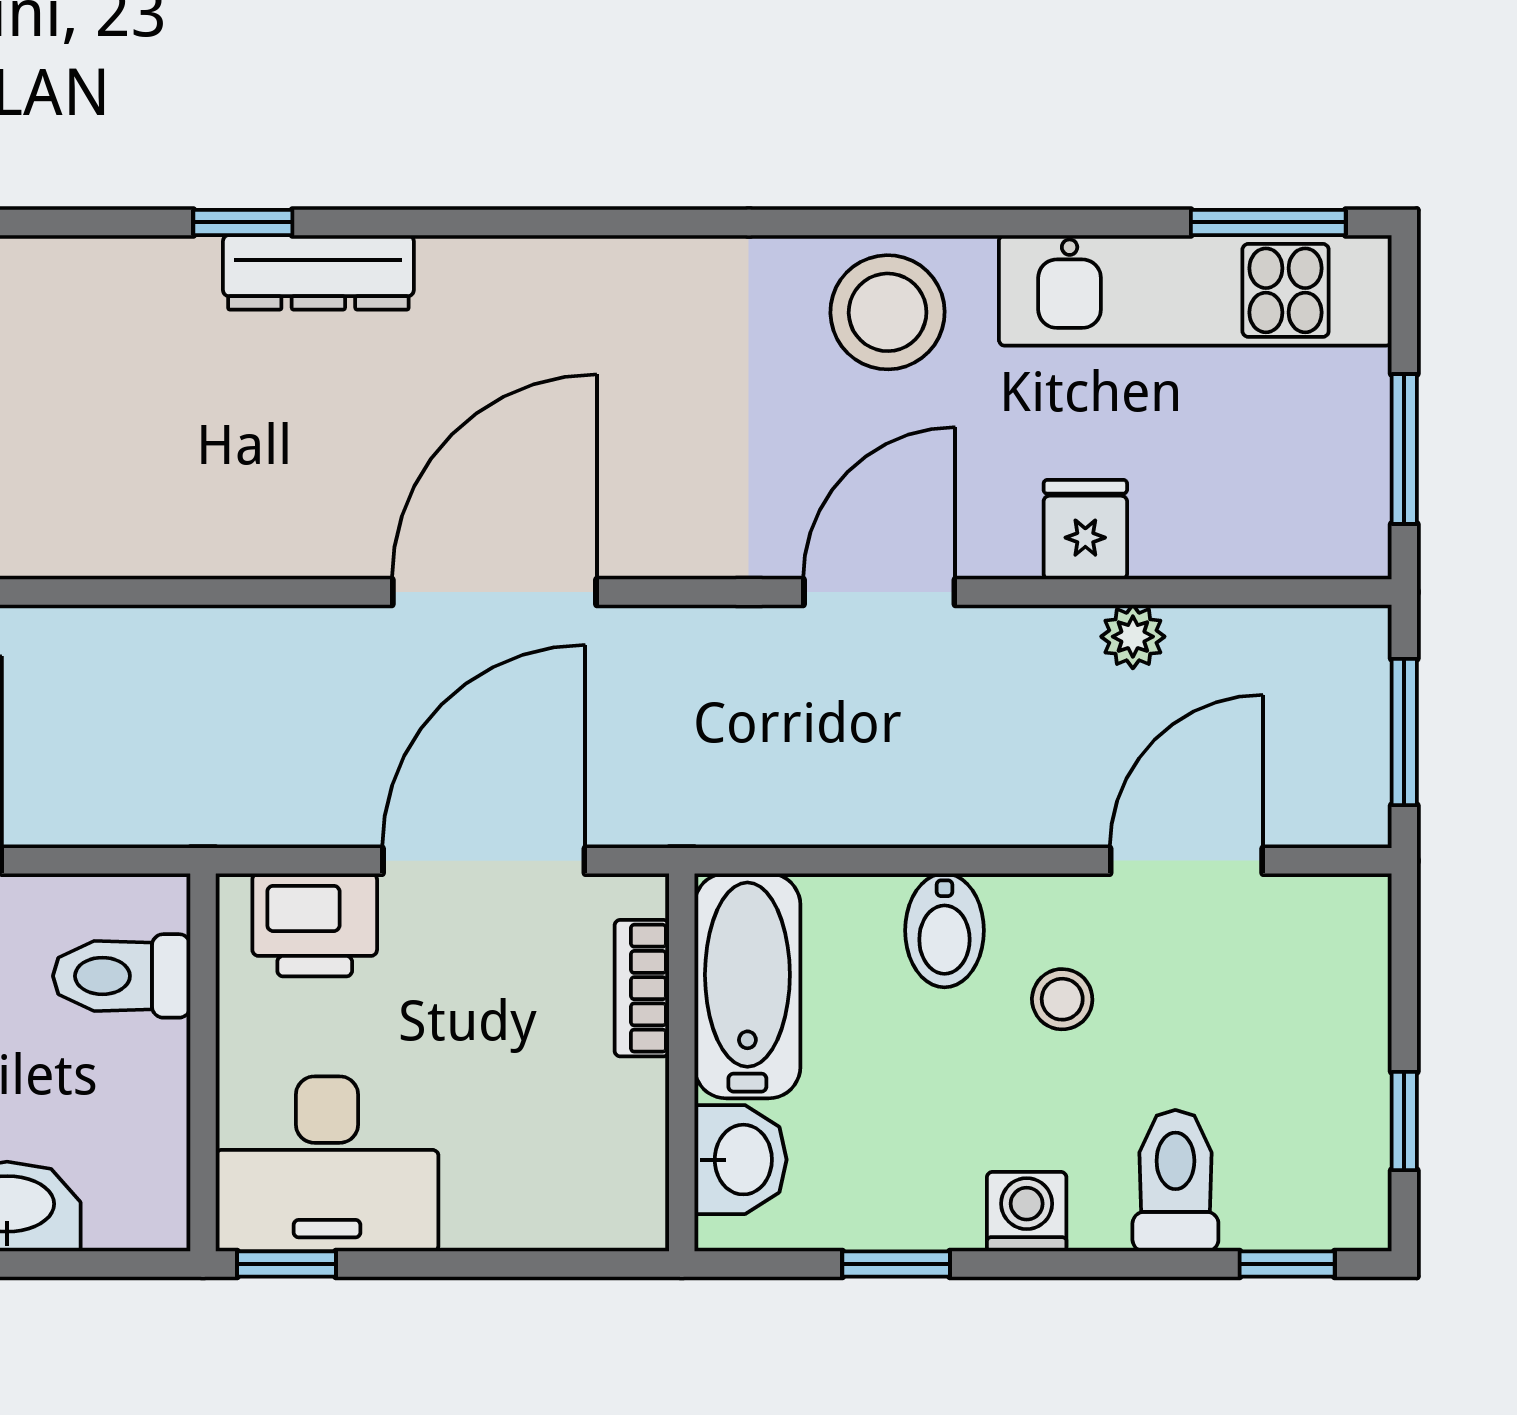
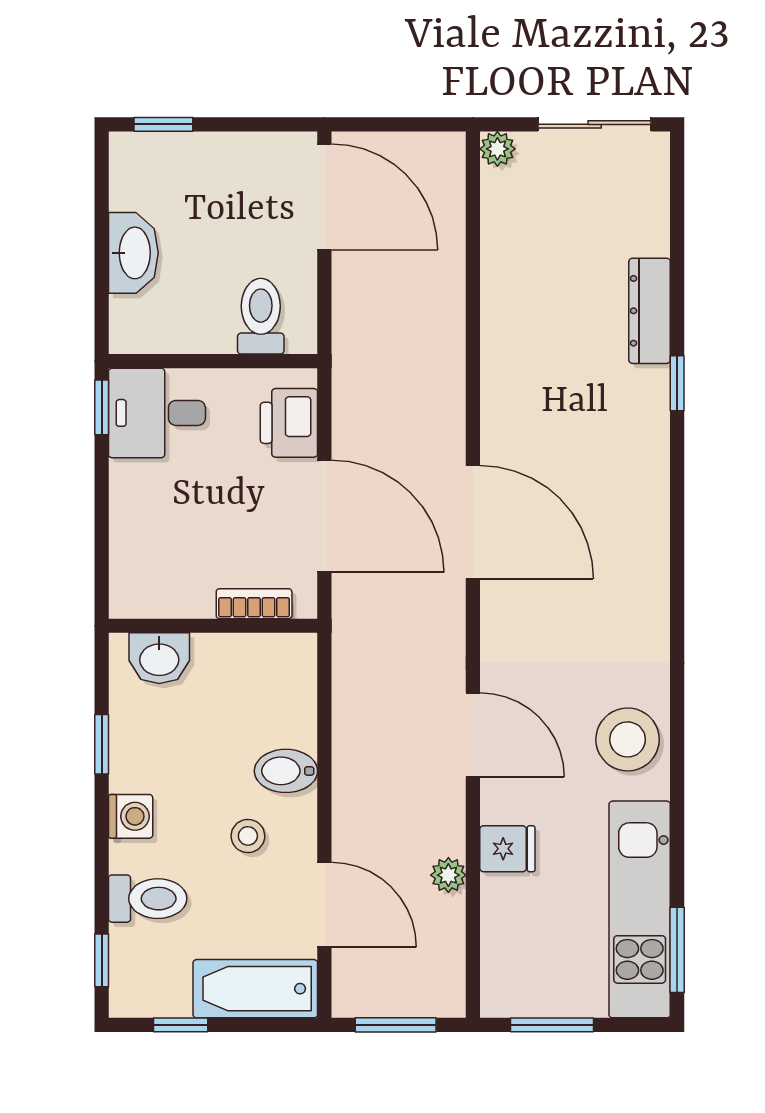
dresser: (318, 272) -> (650, 311), moved
bathtub: (747, 986) -> (255, 989), moved, turned 180
desk: (327, 1164) -> (157, 413), width x0.73

